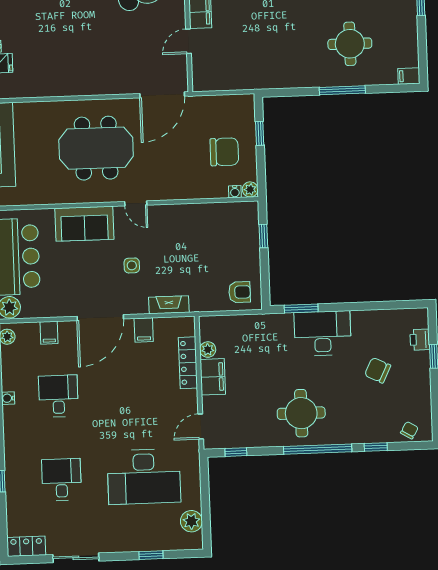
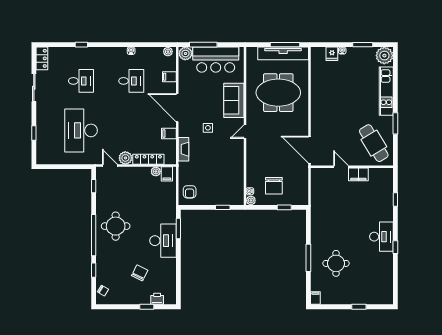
meeting table: (96, 148) -> (278, 93), moved, turned 90
filing cabinet: (213, 377) -> (167, 174), moved, width x0.50
plant: (191, 521) -> (125, 158), moved

